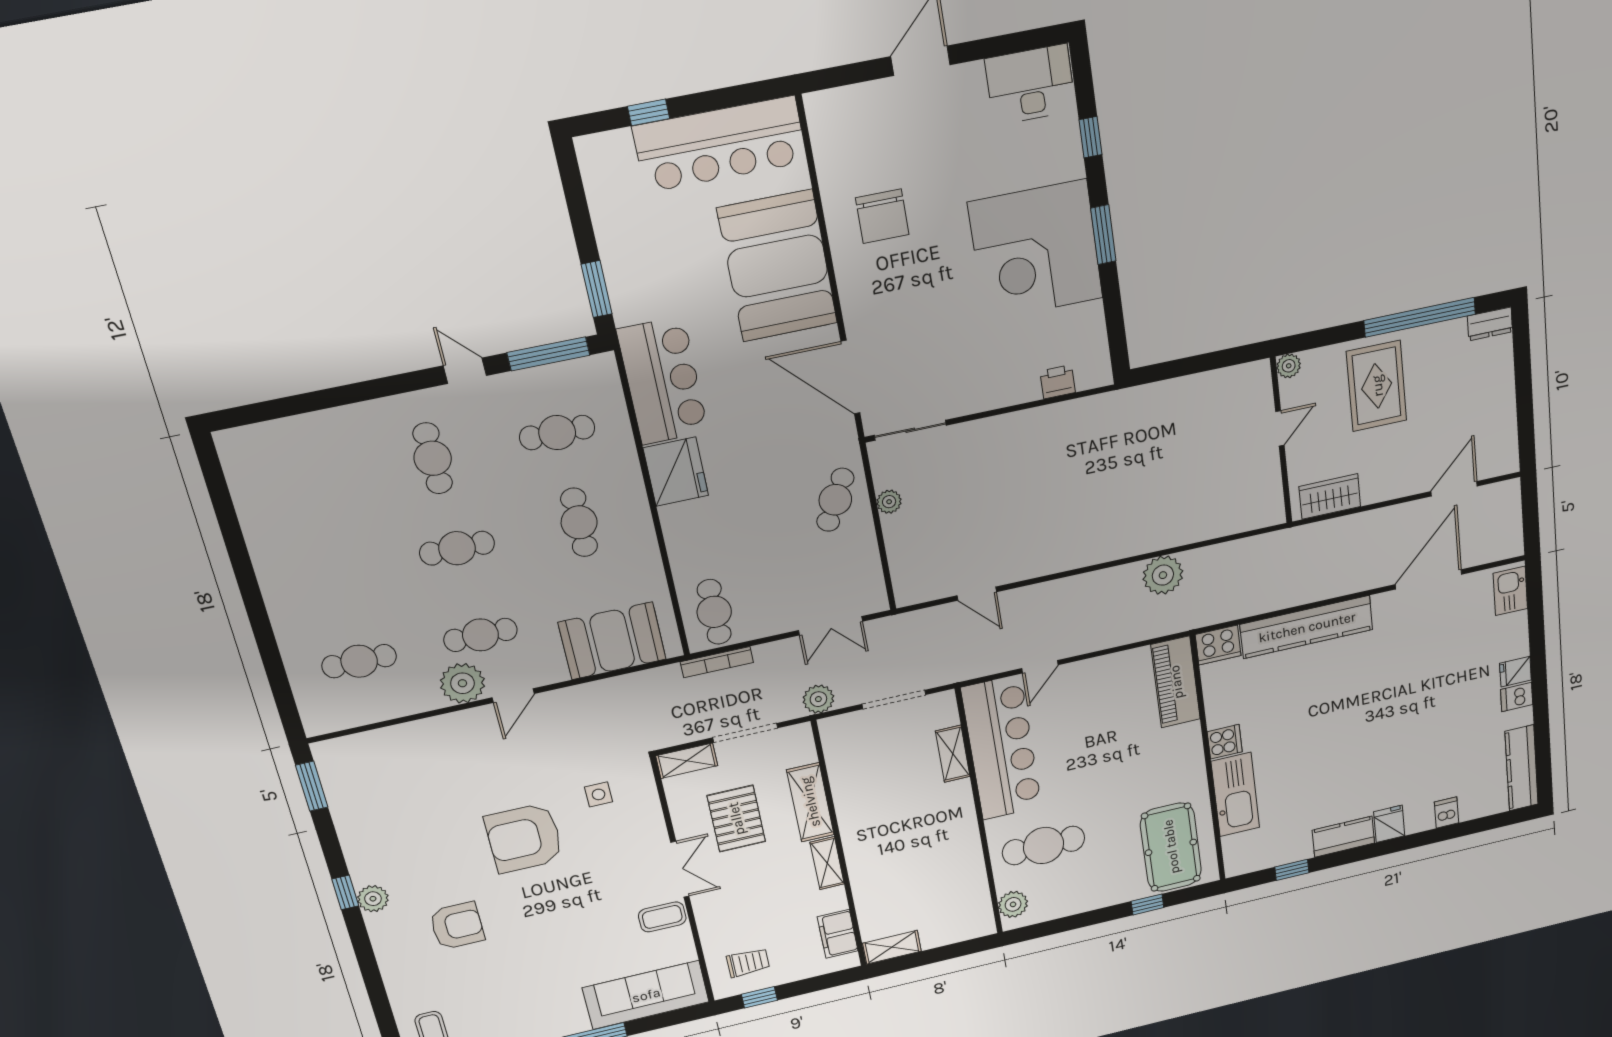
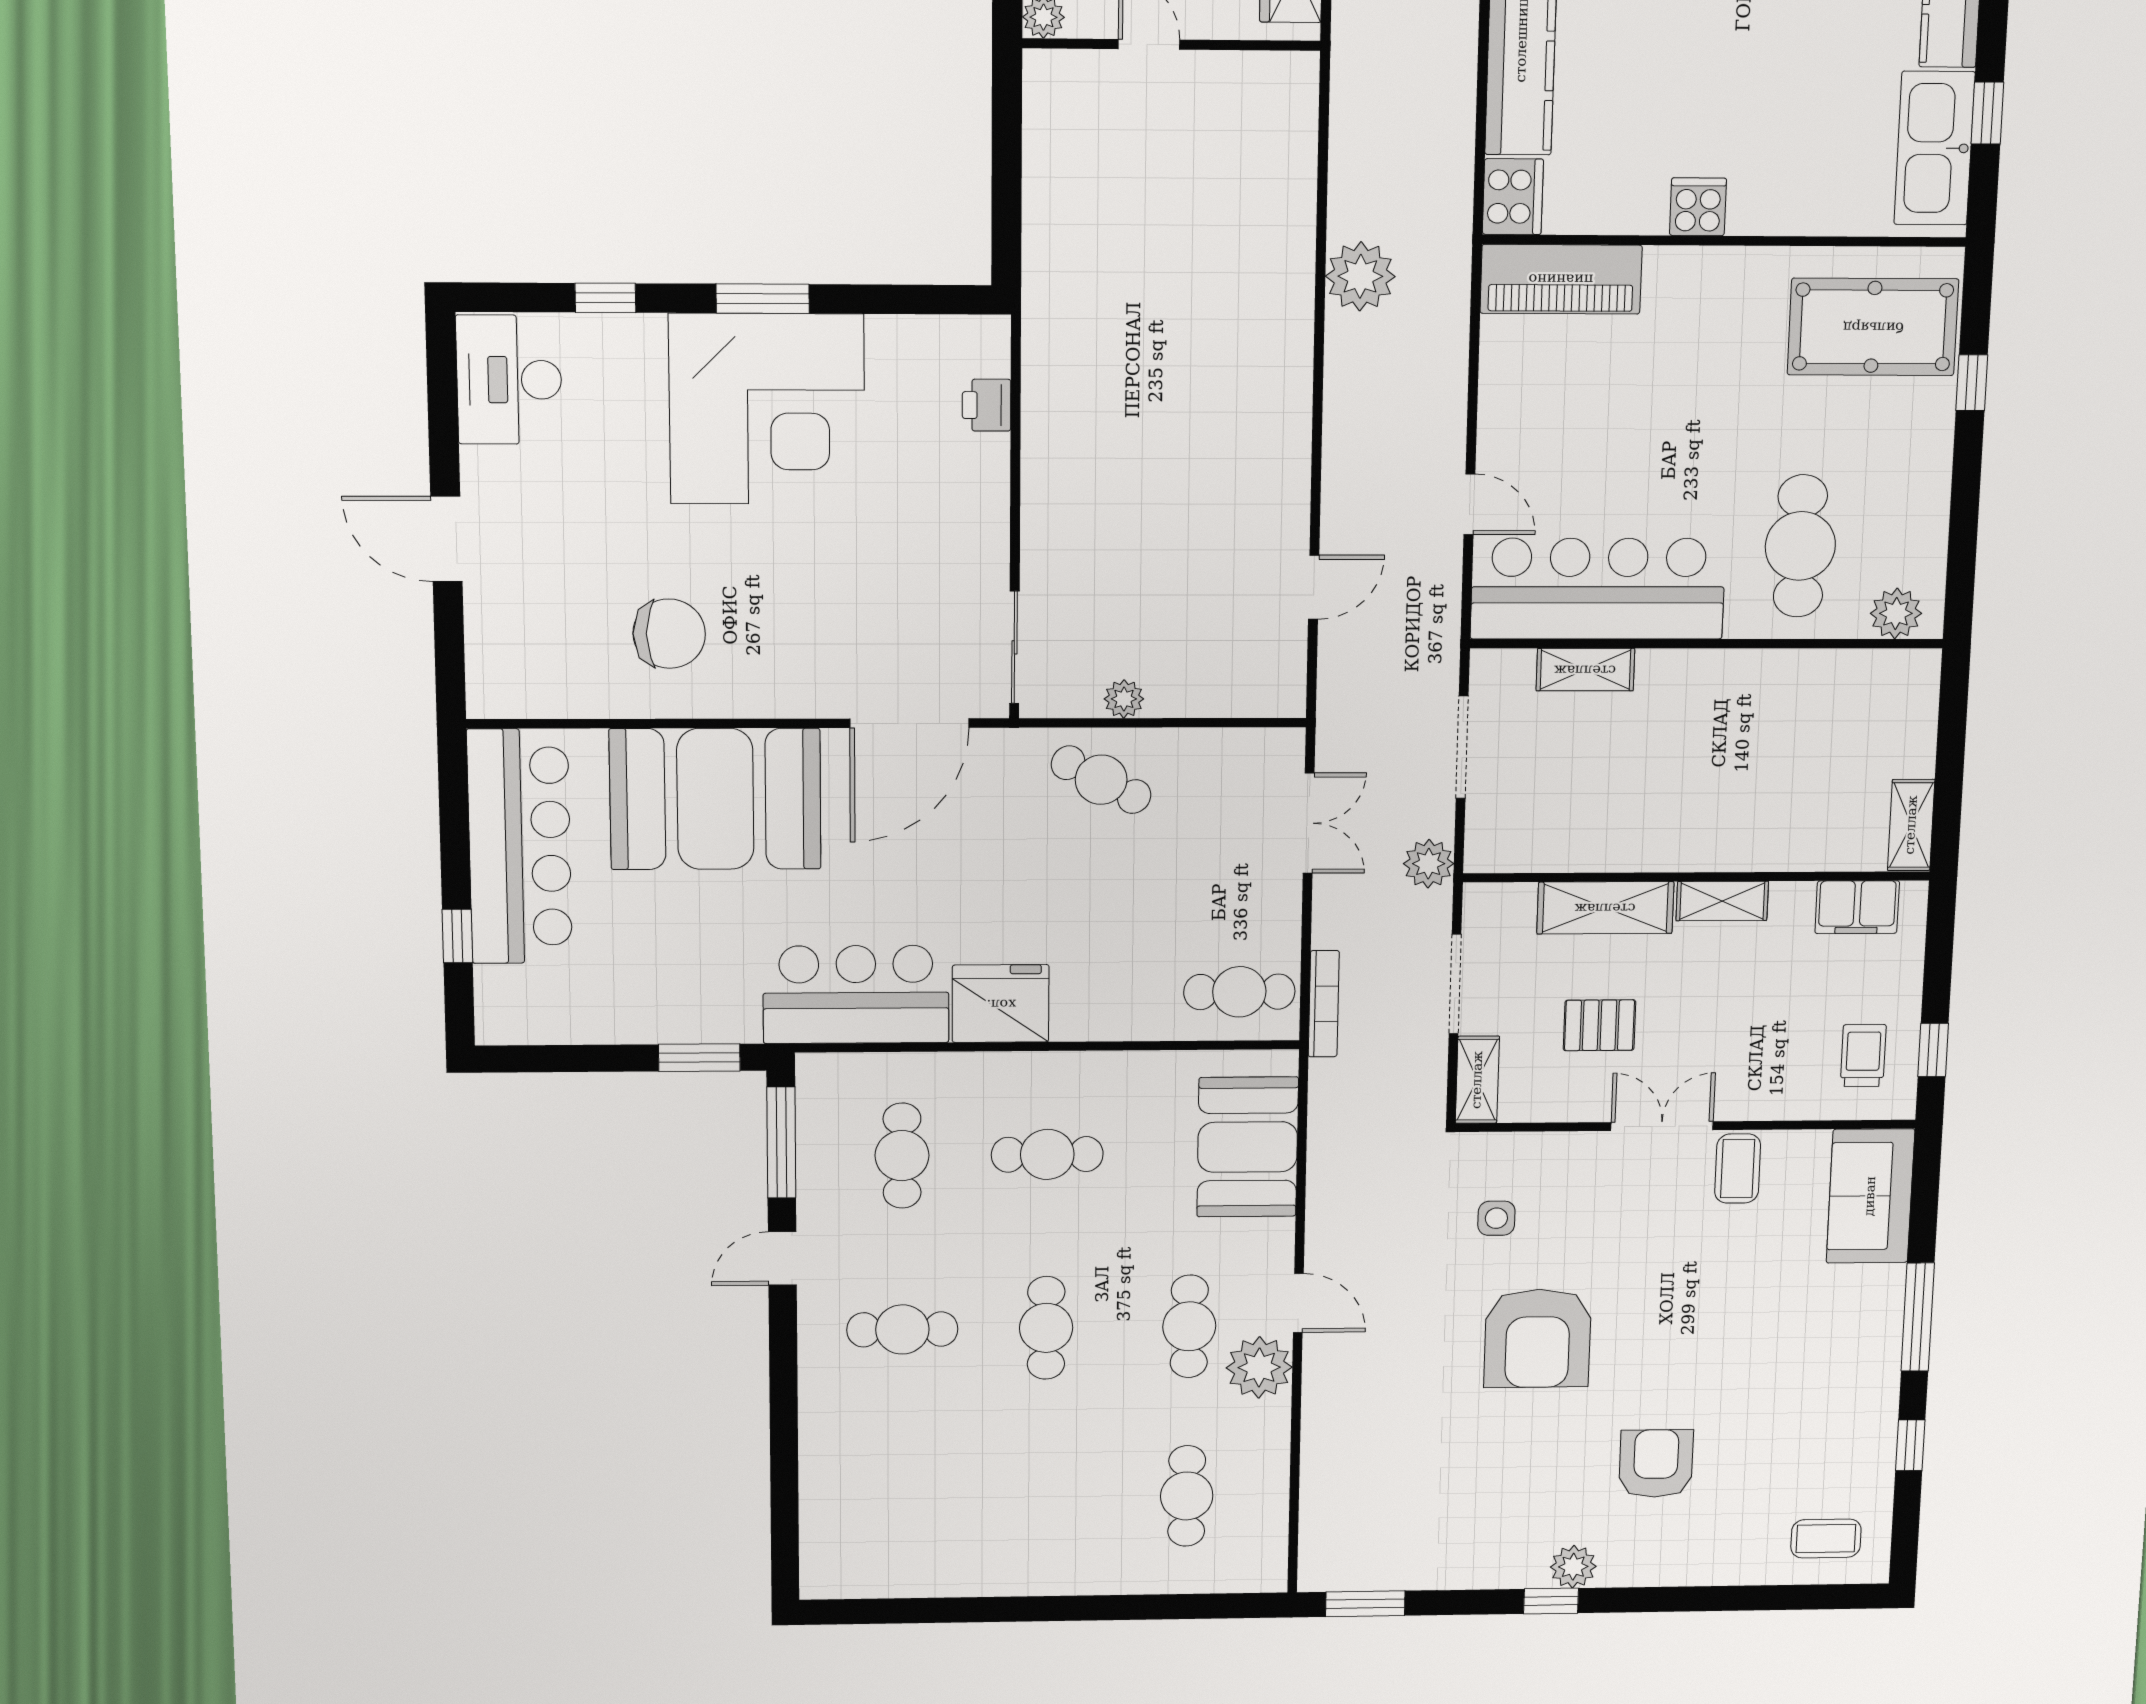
kitchen sink: (1235, 795) -> (1934, 148), moved, turned -90
pallet: (736, 819) -> (1599, 1025), width x0.67, depth x0.71
sofa: (646, 995) -> (1870, 1196), width x0.73

